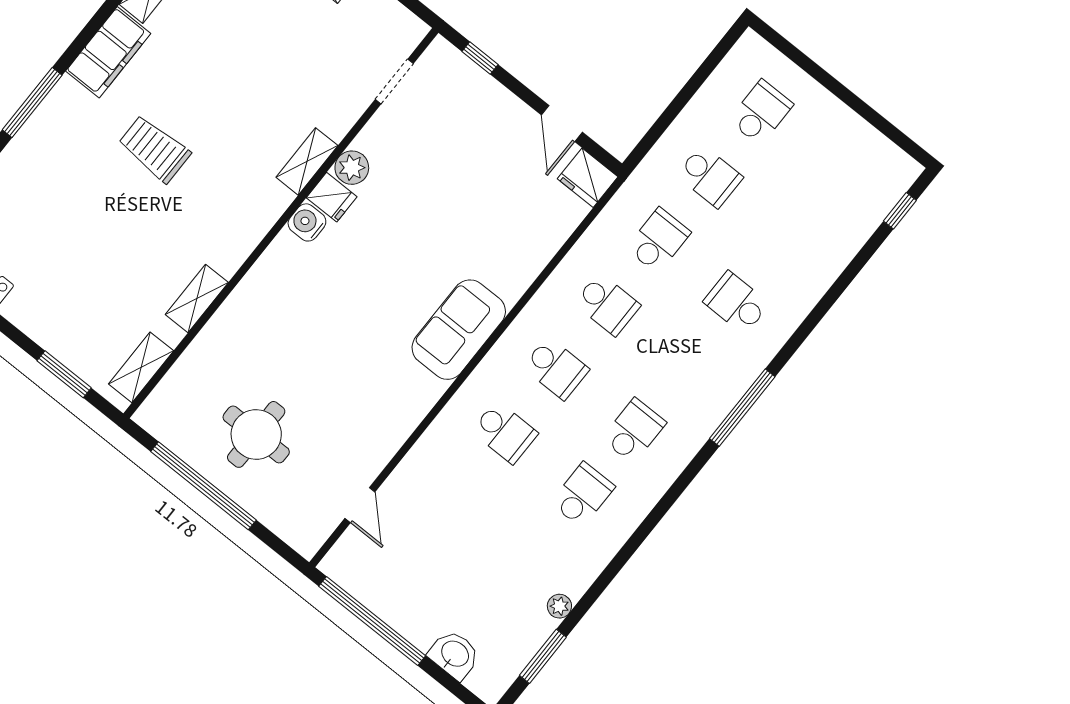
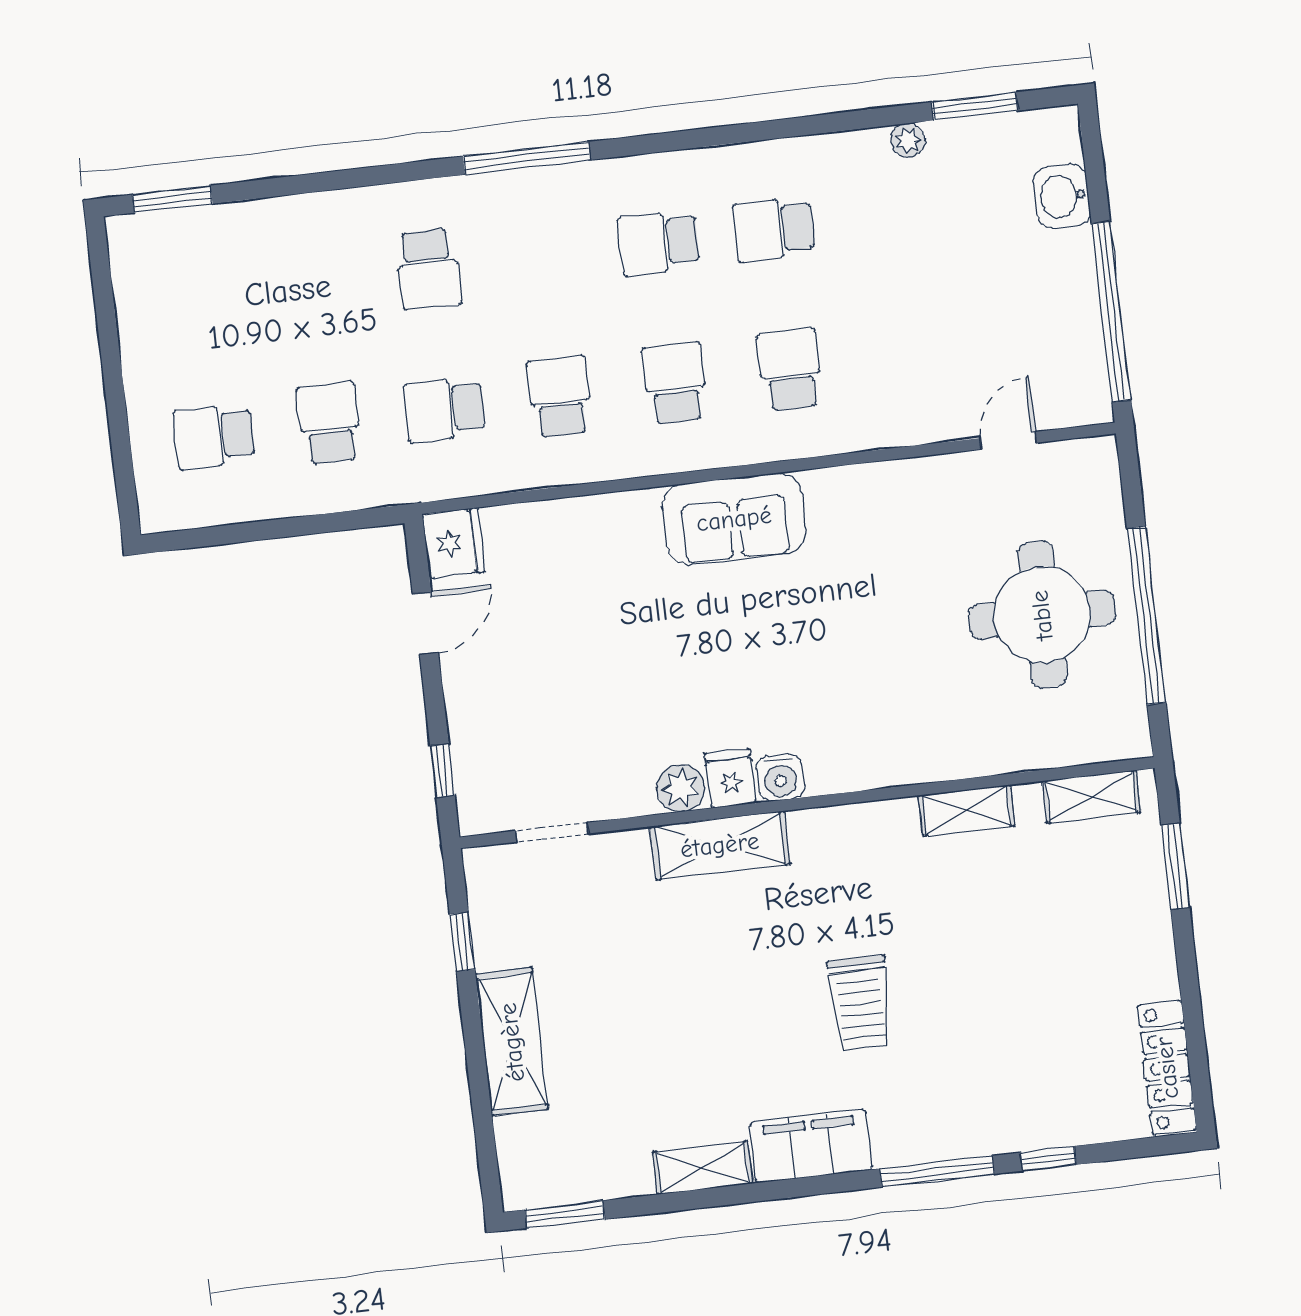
shelving: (307, 161) -> (720, 845), width x1.50, depth x1.33
window: (900, 211) -> (172, 199), width x1.50
round table: (256, 434) -> (1042, 615), width x1.36, depth x1.36

